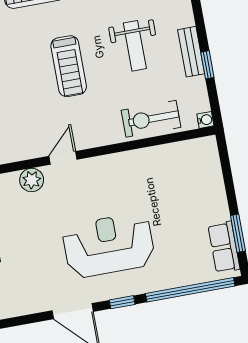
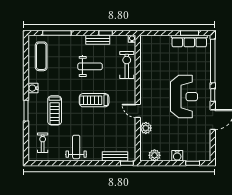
treadmill: (69, 66) -> (94, 100), turned 180
exercise bike: (151, 119) -> (127, 65), turned 180
reception desk: (109, 245) -> (184, 97), turned 180
row of seats: (224, 247) -> (189, 41), width x1.48

